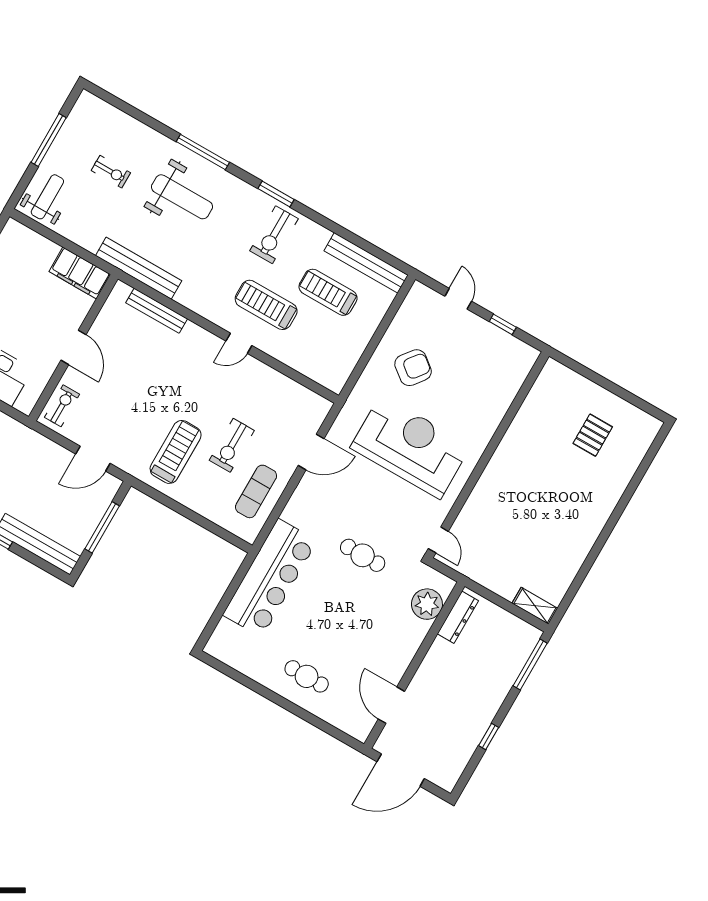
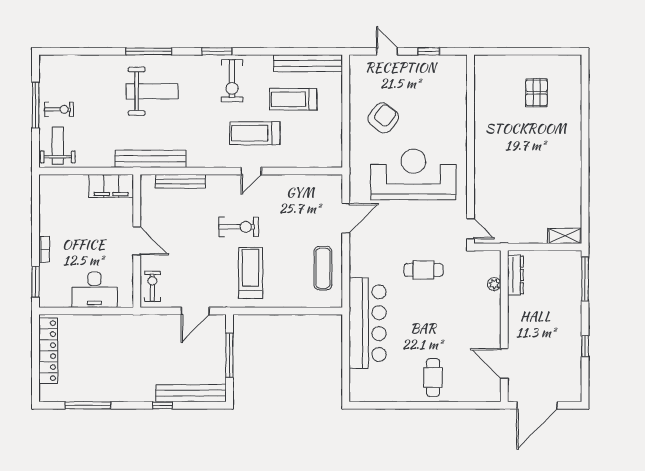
exercise bike: (111, 172) -> (59, 109), moved
exercise bike: (232, 445) -> (239, 227), moved, turned -90
plant: (427, 604) -> (494, 284), width x0.53, depth x0.53
cafe table: (307, 676) -> (433, 378), turned 90

